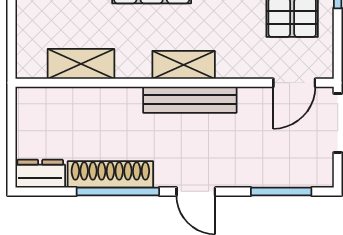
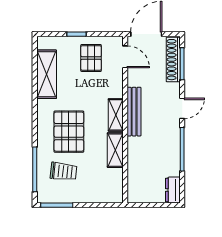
shelving: (81, 64) -> (115, 150), moved
shoe rack: (110, 174) -> (173, 60), moved

